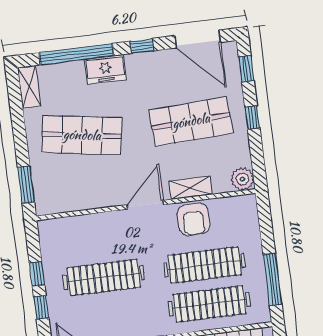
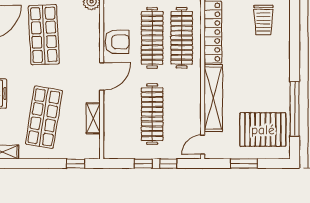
window: (26, 185) -> (76, 164), width x0.67
shelving: (191, 188) -> (93, 118), moved
door: (145, 205) -> (102, 76), swing flipped

